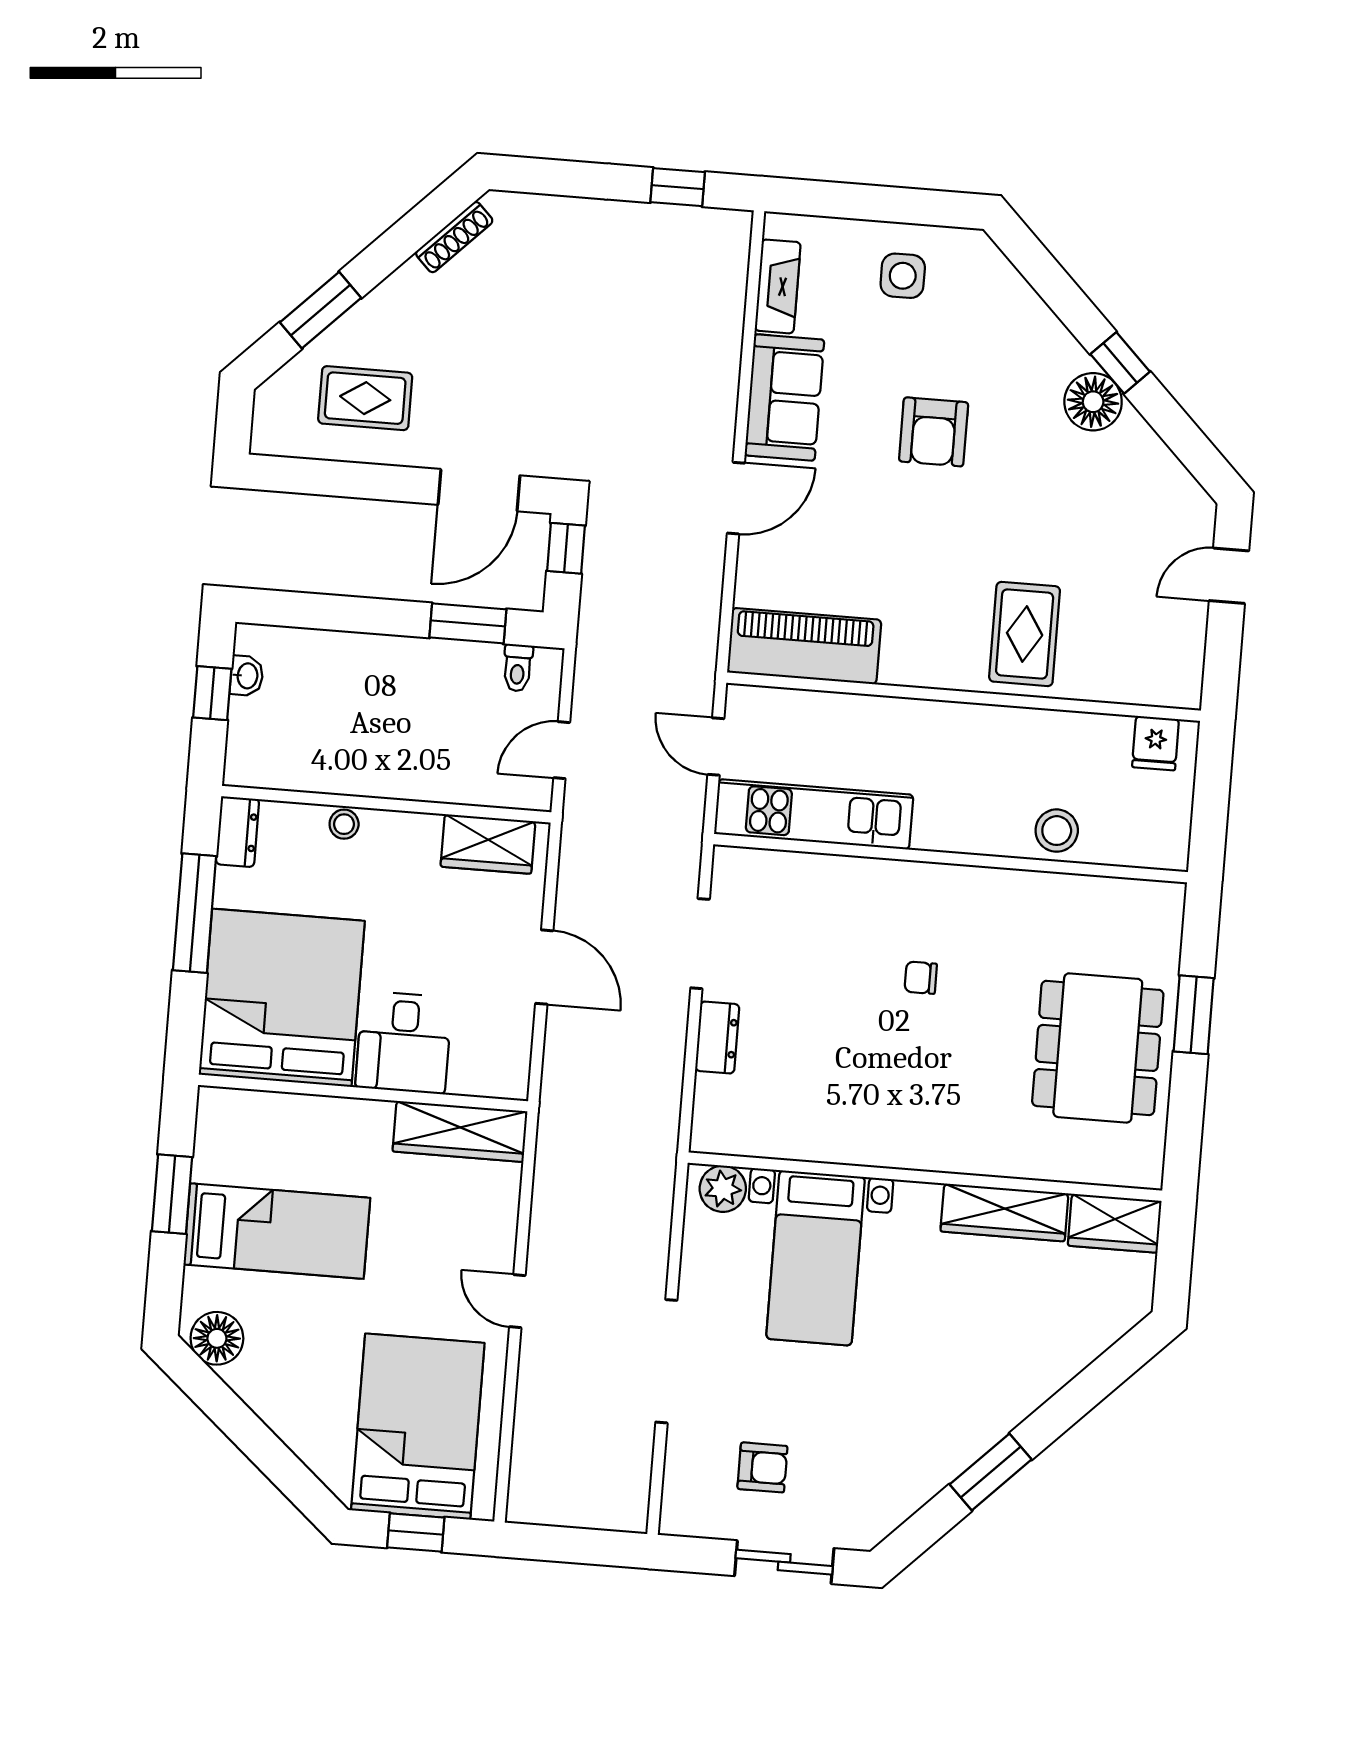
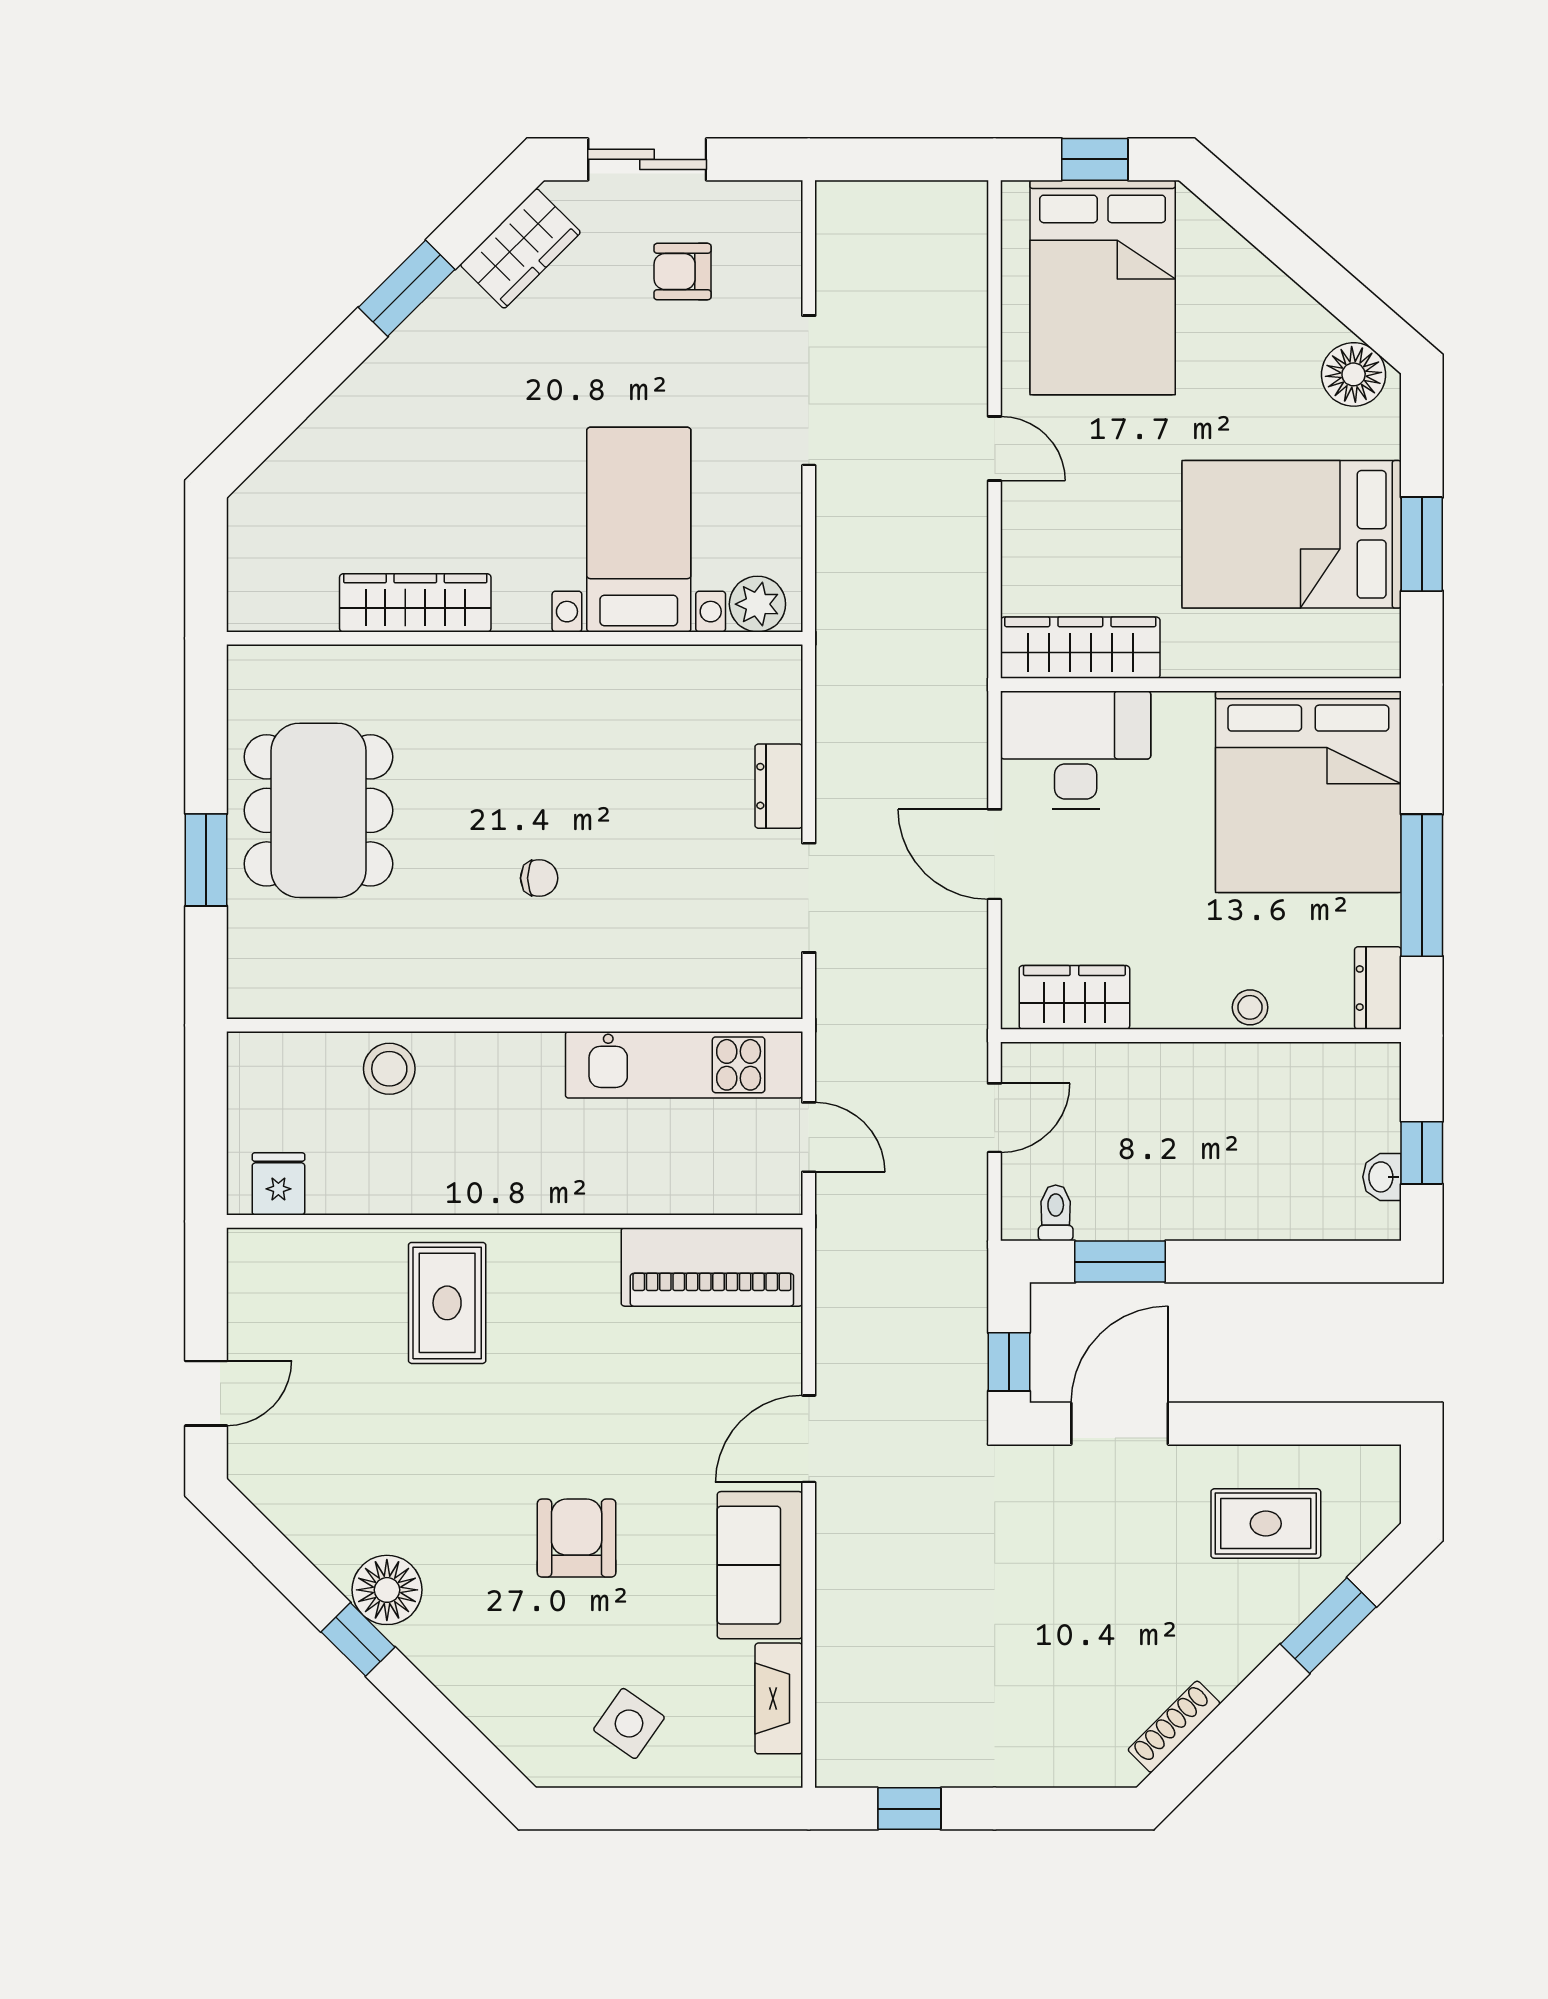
side table: (903, 276) -> (629, 1723), turned 35
desk: (404, 1042) -> (1076, 750), moved, width x1.37
wardrobe: (1115, 1223) -> (520, 248), moved, turned 135
bed: (277, 1231) -> (1292, 534), width x1.50

